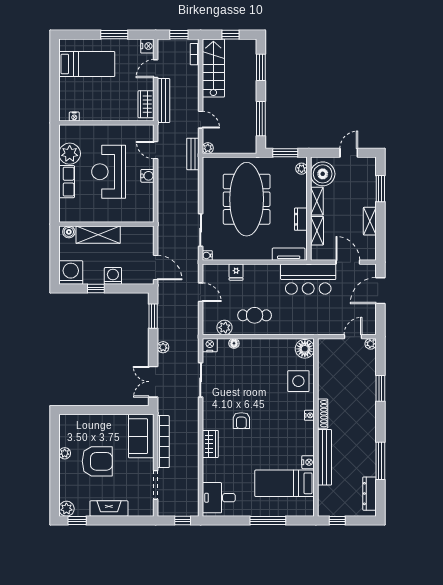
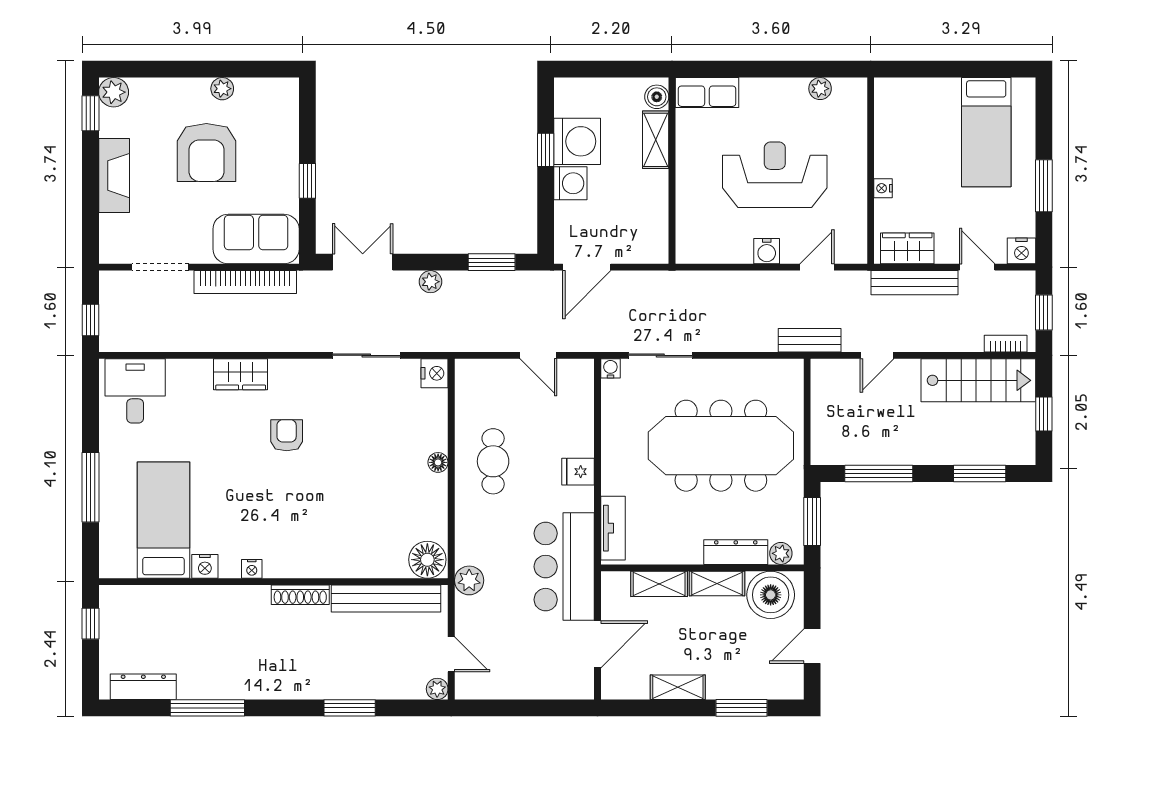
nightstand: (74, 117) -> (883, 188), moved
plant: (208, 148) -> (821, 369), removed
door: (349, 153) -> (812, 646), swing flipped
plant: (70, 154) -> (820, 89), width x0.53, depth x0.53
row of seats: (67, 182) -> (707, 93), moved
dresser: (301, 219) -> (736, 552), moved, width x1.44
shelving: (98, 235) -> (656, 140), width x0.67, depth x0.75
washing machine: (71, 272) -> (577, 141), moved
fridge: (236, 272) -> (578, 472), moved
door: (380, 291) -> (542, 708), removed
door: (201, 292) -> (538, 355), hinge flipped
plant: (224, 328) -> (469, 580), moved
floor lamp: (234, 343) -> (438, 462), moved
side table: (298, 381) -> (364, 547), removed
window: (112, 410) -> (307, 181), added
nightstand: (309, 415) -> (252, 569), moved
armchair: (241, 421) -> (287, 435), turned 90
bench: (325, 457) -> (386, 599), moved

